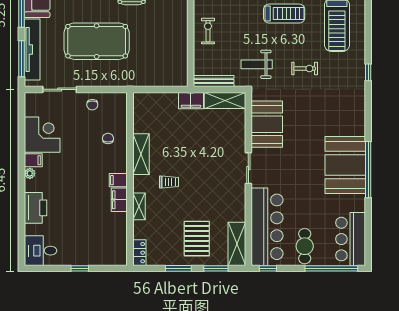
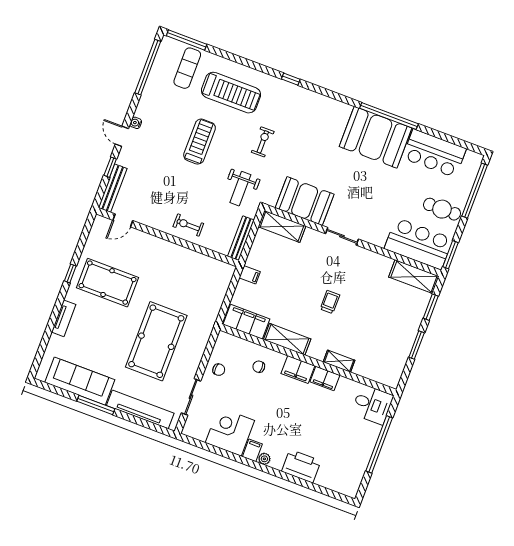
window: (21, 59) -> (146, 424), removed
shelving: (225, 100) -> (282, 226), moved, turned 90
filing cabinet: (191, 101) -> (250, 275), width x0.50
filing cabinet: (143, 113) -> (246, 322), added
filing cabinet: (118, 180) -> (298, 370), width x2.00
trolley: (169, 182) -> (330, 302), moved
bar counter: (267, 227) -> (419, 244), width x0.73
pallet: (197, 239) -> (393, 315), removed
bar counter: (351, 239) -> (434, 153), moved
desk: (40, 251) -> (372, 404), moved, turned -90
locker: (139, 253) -> (386, 378), removed
window: (80, 268) -> (379, 444), width x3.17
window: (268, 268) -> (451, 255), width x1.50

